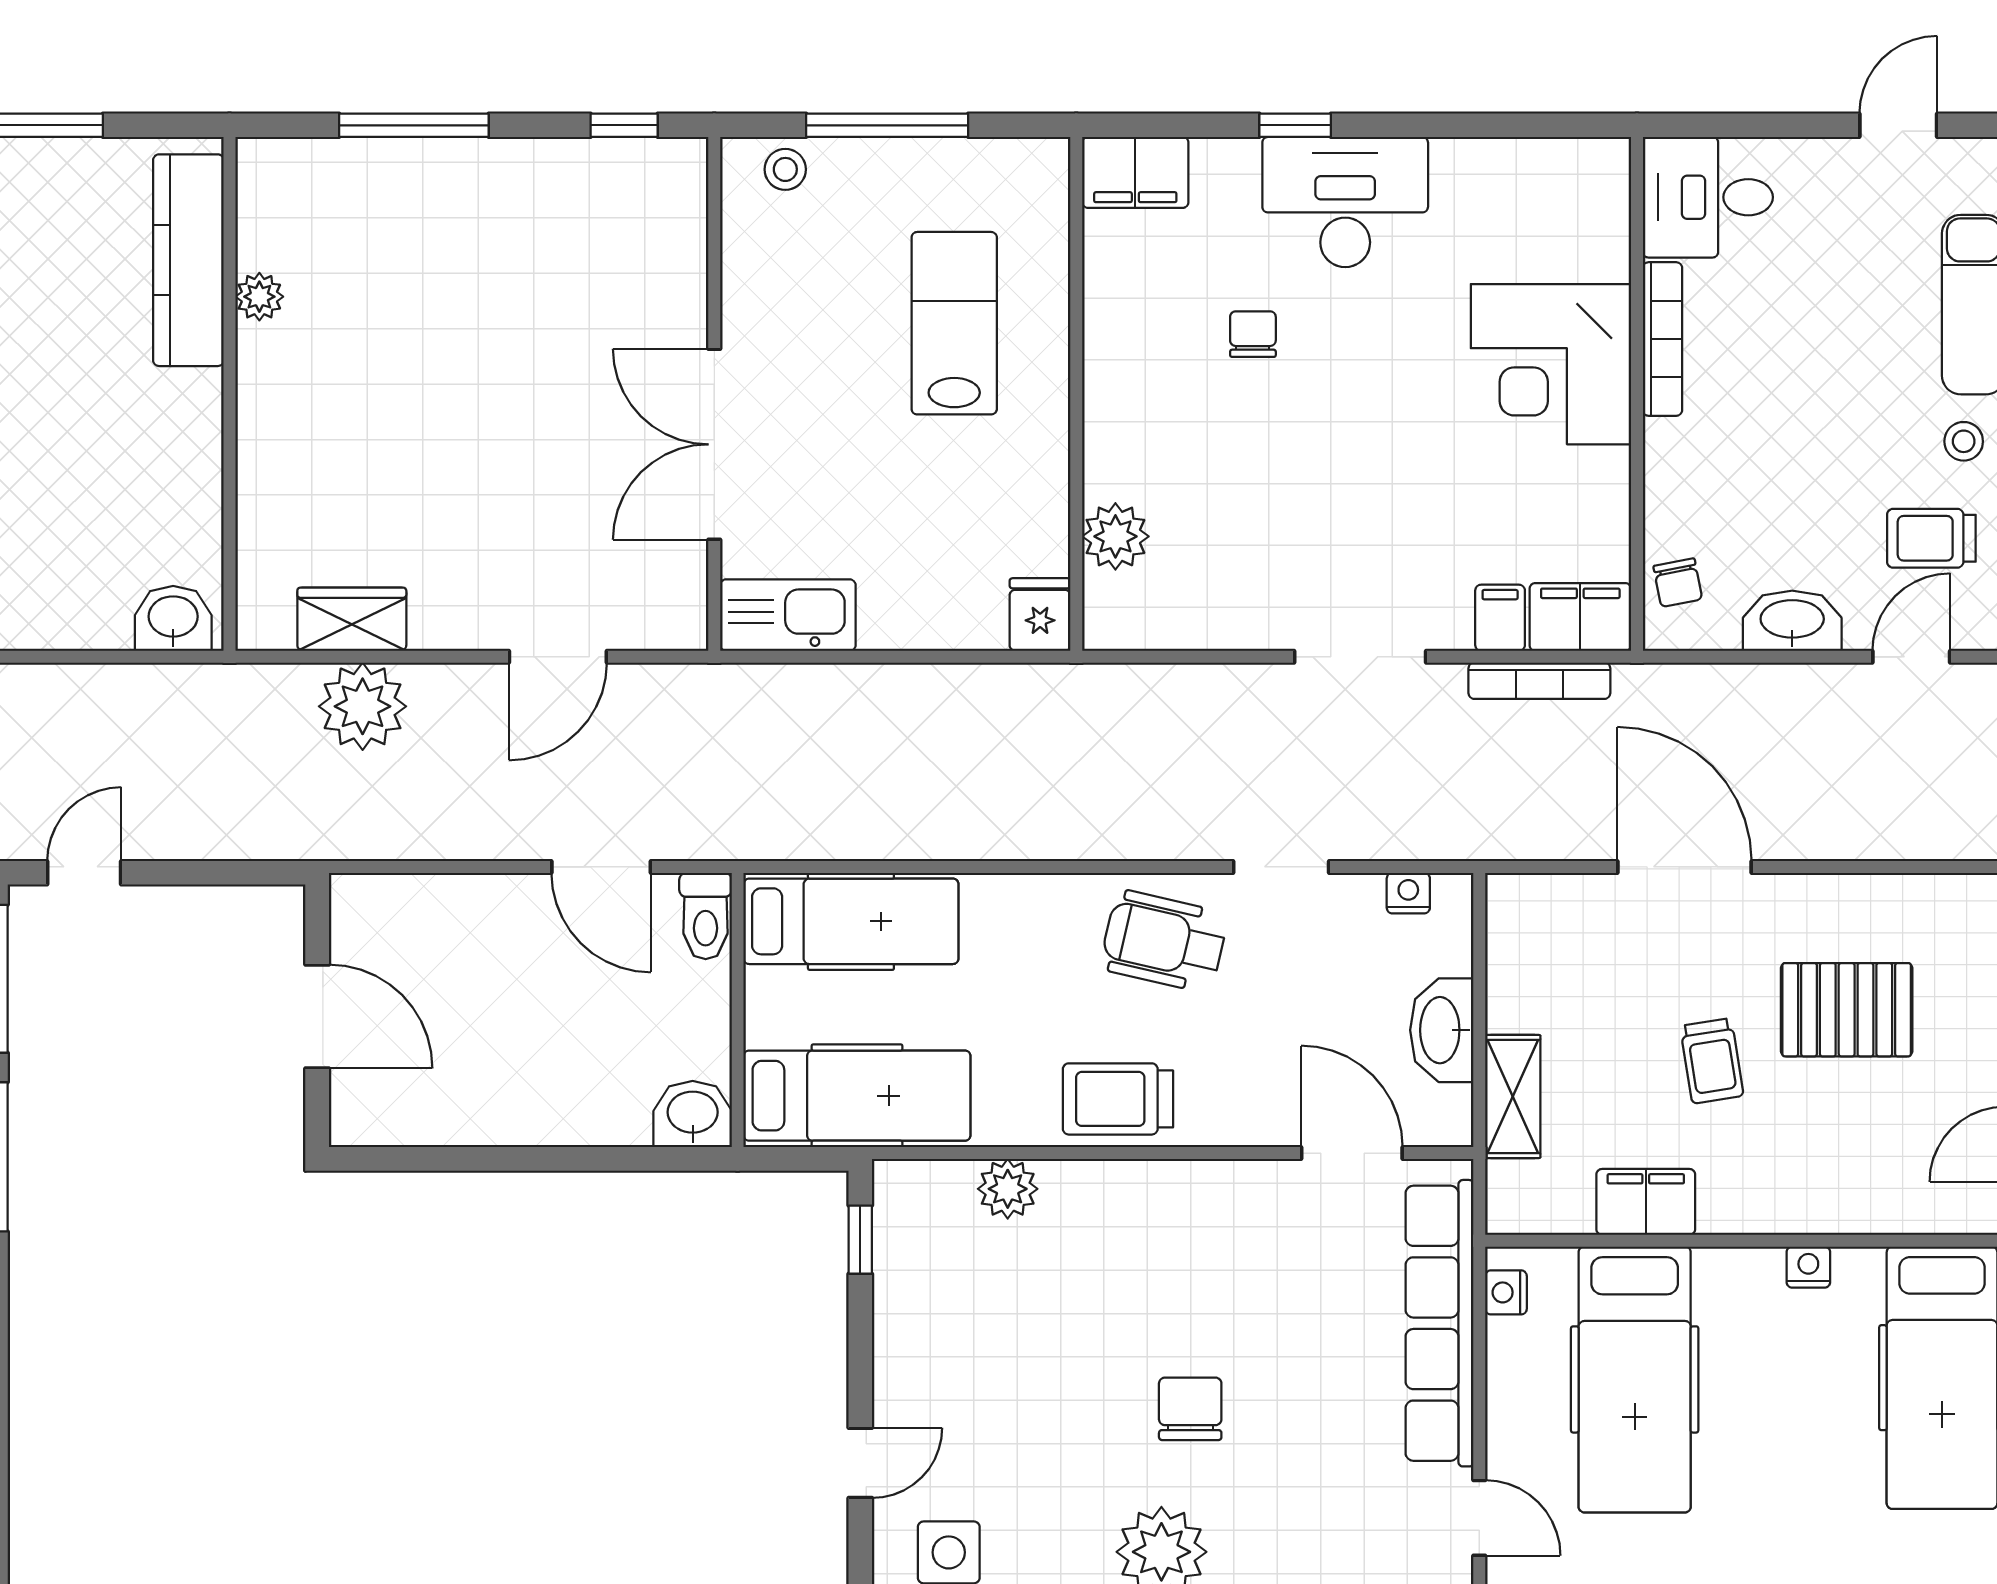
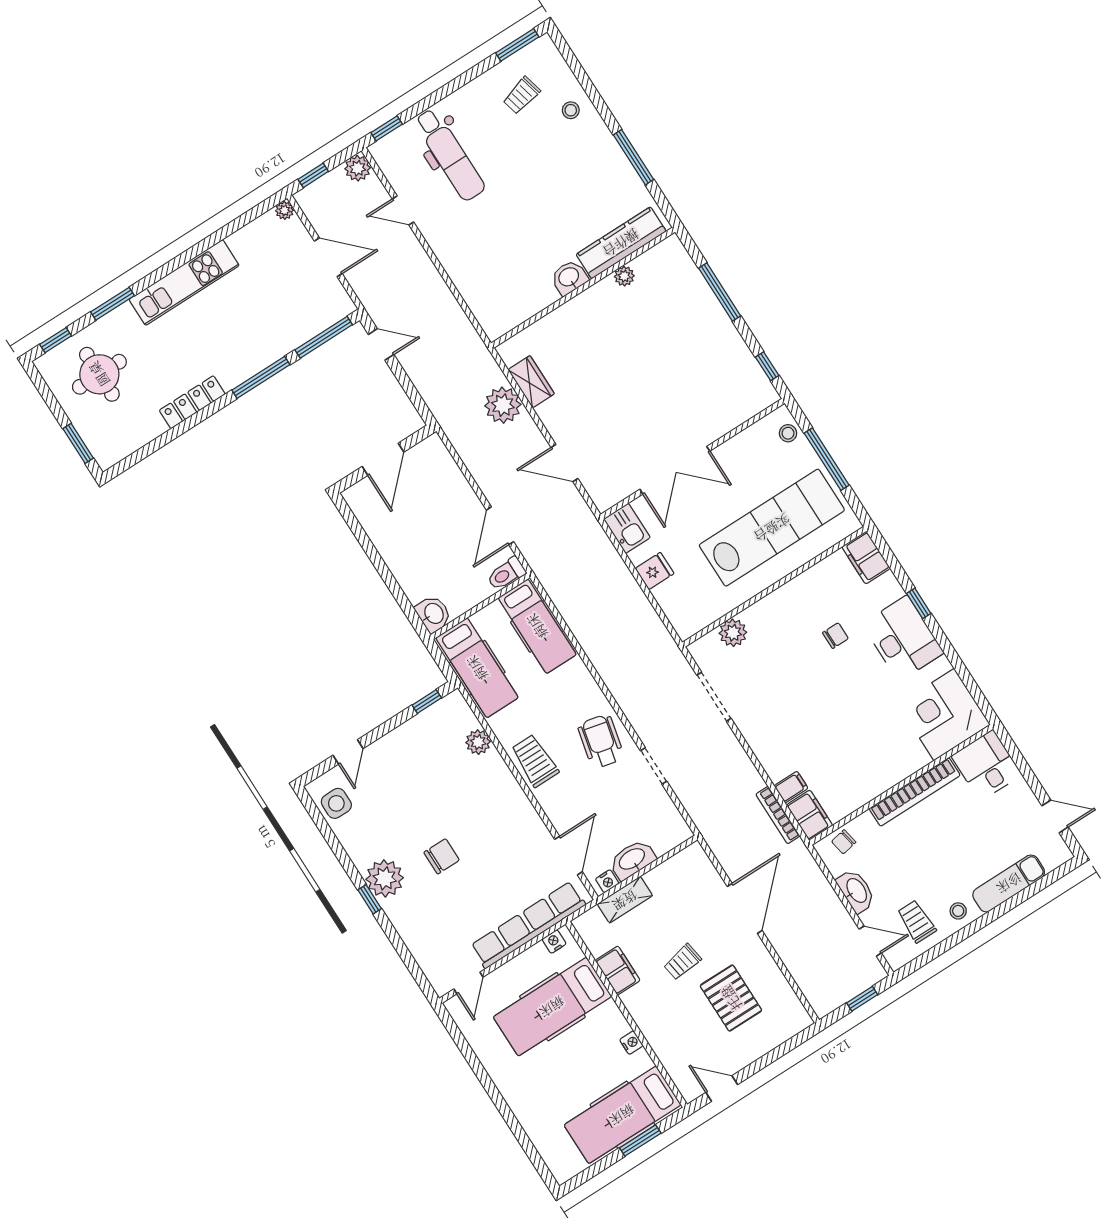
lab bench: (954, 323) -> (772, 528), width x1.86, depth x1.39
bookcase: (1662, 339) -> (915, 792), width x1.48, depth x1.31
corner desk: (1551, 364) -> (944, 714), moved
double door: (714, 444) -> (675, 470), swing flipped
kitchen sink: (788, 615) -> (627, 528), width x0.73
fridge: (1040, 615) -> (655, 571), moved
washbasin: (173, 618) -> (569, 277), moved, turned -90
doorway: (1360, 657) -> (714, 697), moved
nightstand: (1408, 893) -> (607, 881), moved, turned 90
door: (860, 1463) -> (348, 752), hinge flipped

